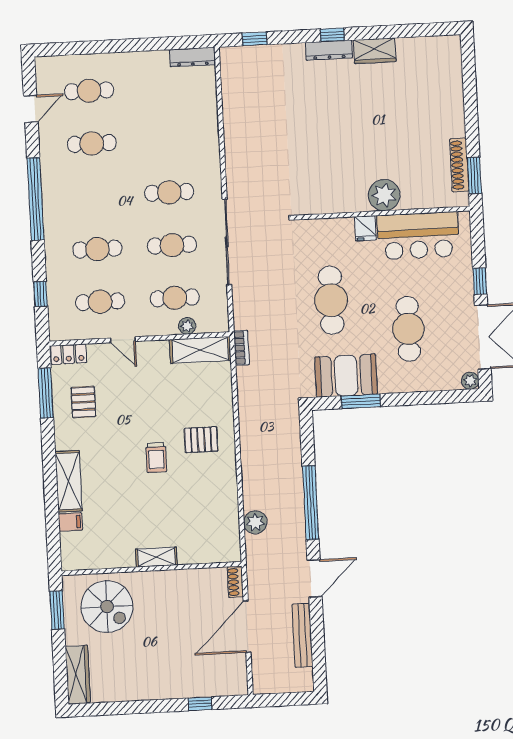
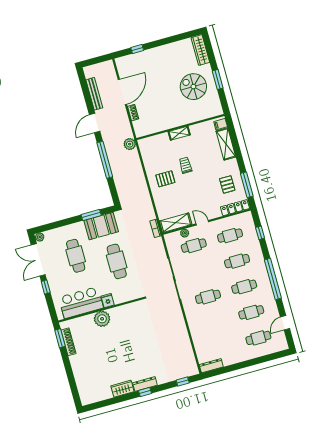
cafe table: (172, 245) -> (244, 287), moved
door: (123, 340) -> (202, 223), moved
locker: (69, 354) -> (235, 208), width x1.53
shelving: (156, 557) -> (179, 133), moved
wall: (151, 569) -> (180, 127), moved

